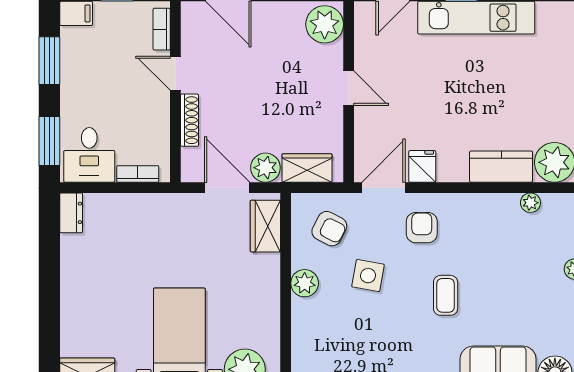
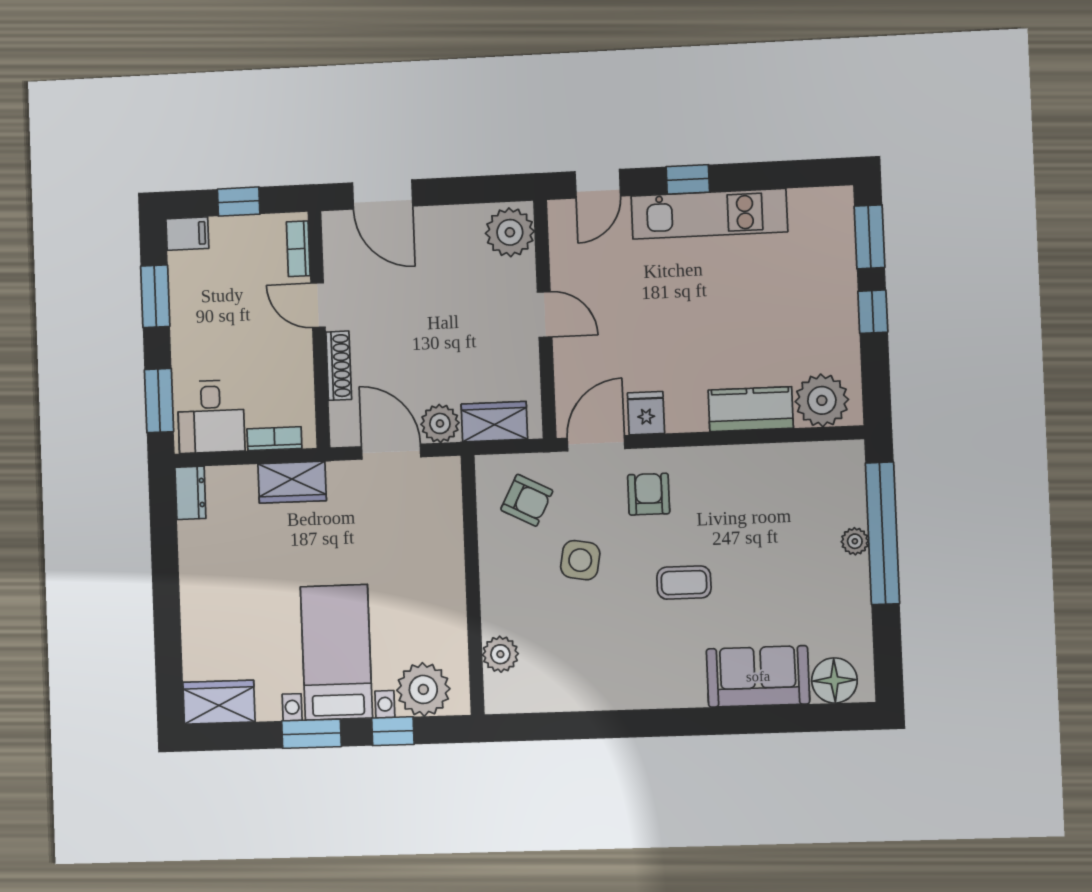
plant: (530, 203) -> (792, 455), removed
wardrobe: (265, 226) -> (292, 482), moved, turned -90
plant: (305, 283) -> (500, 654), moved
coffee table: (446, 295) -> (684, 583), turned 90

